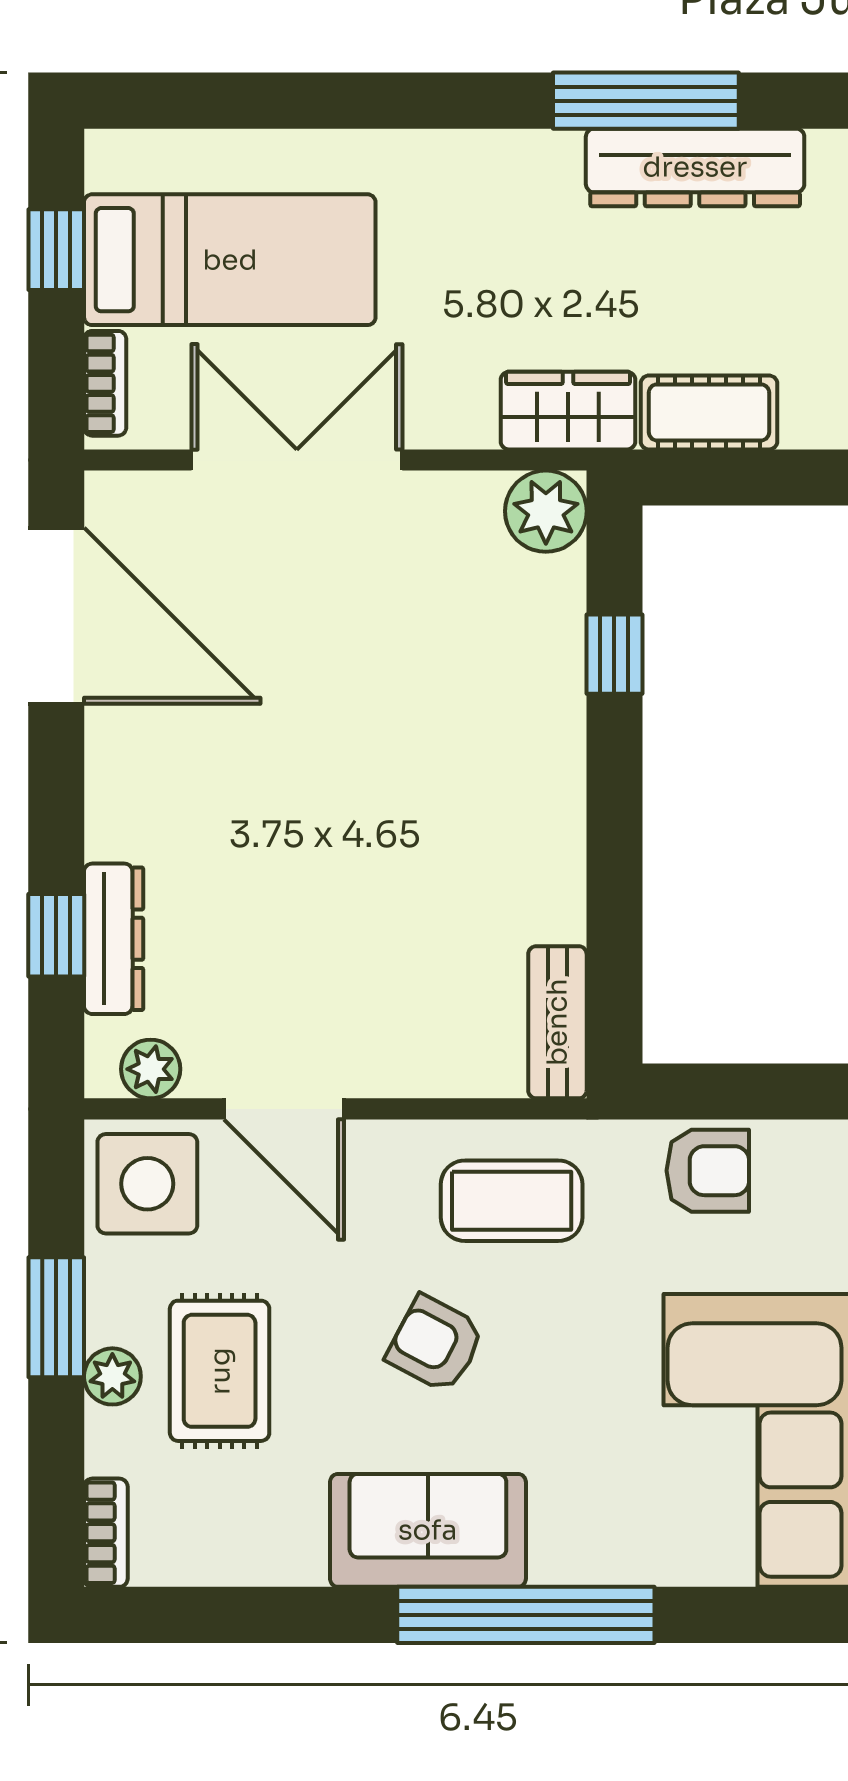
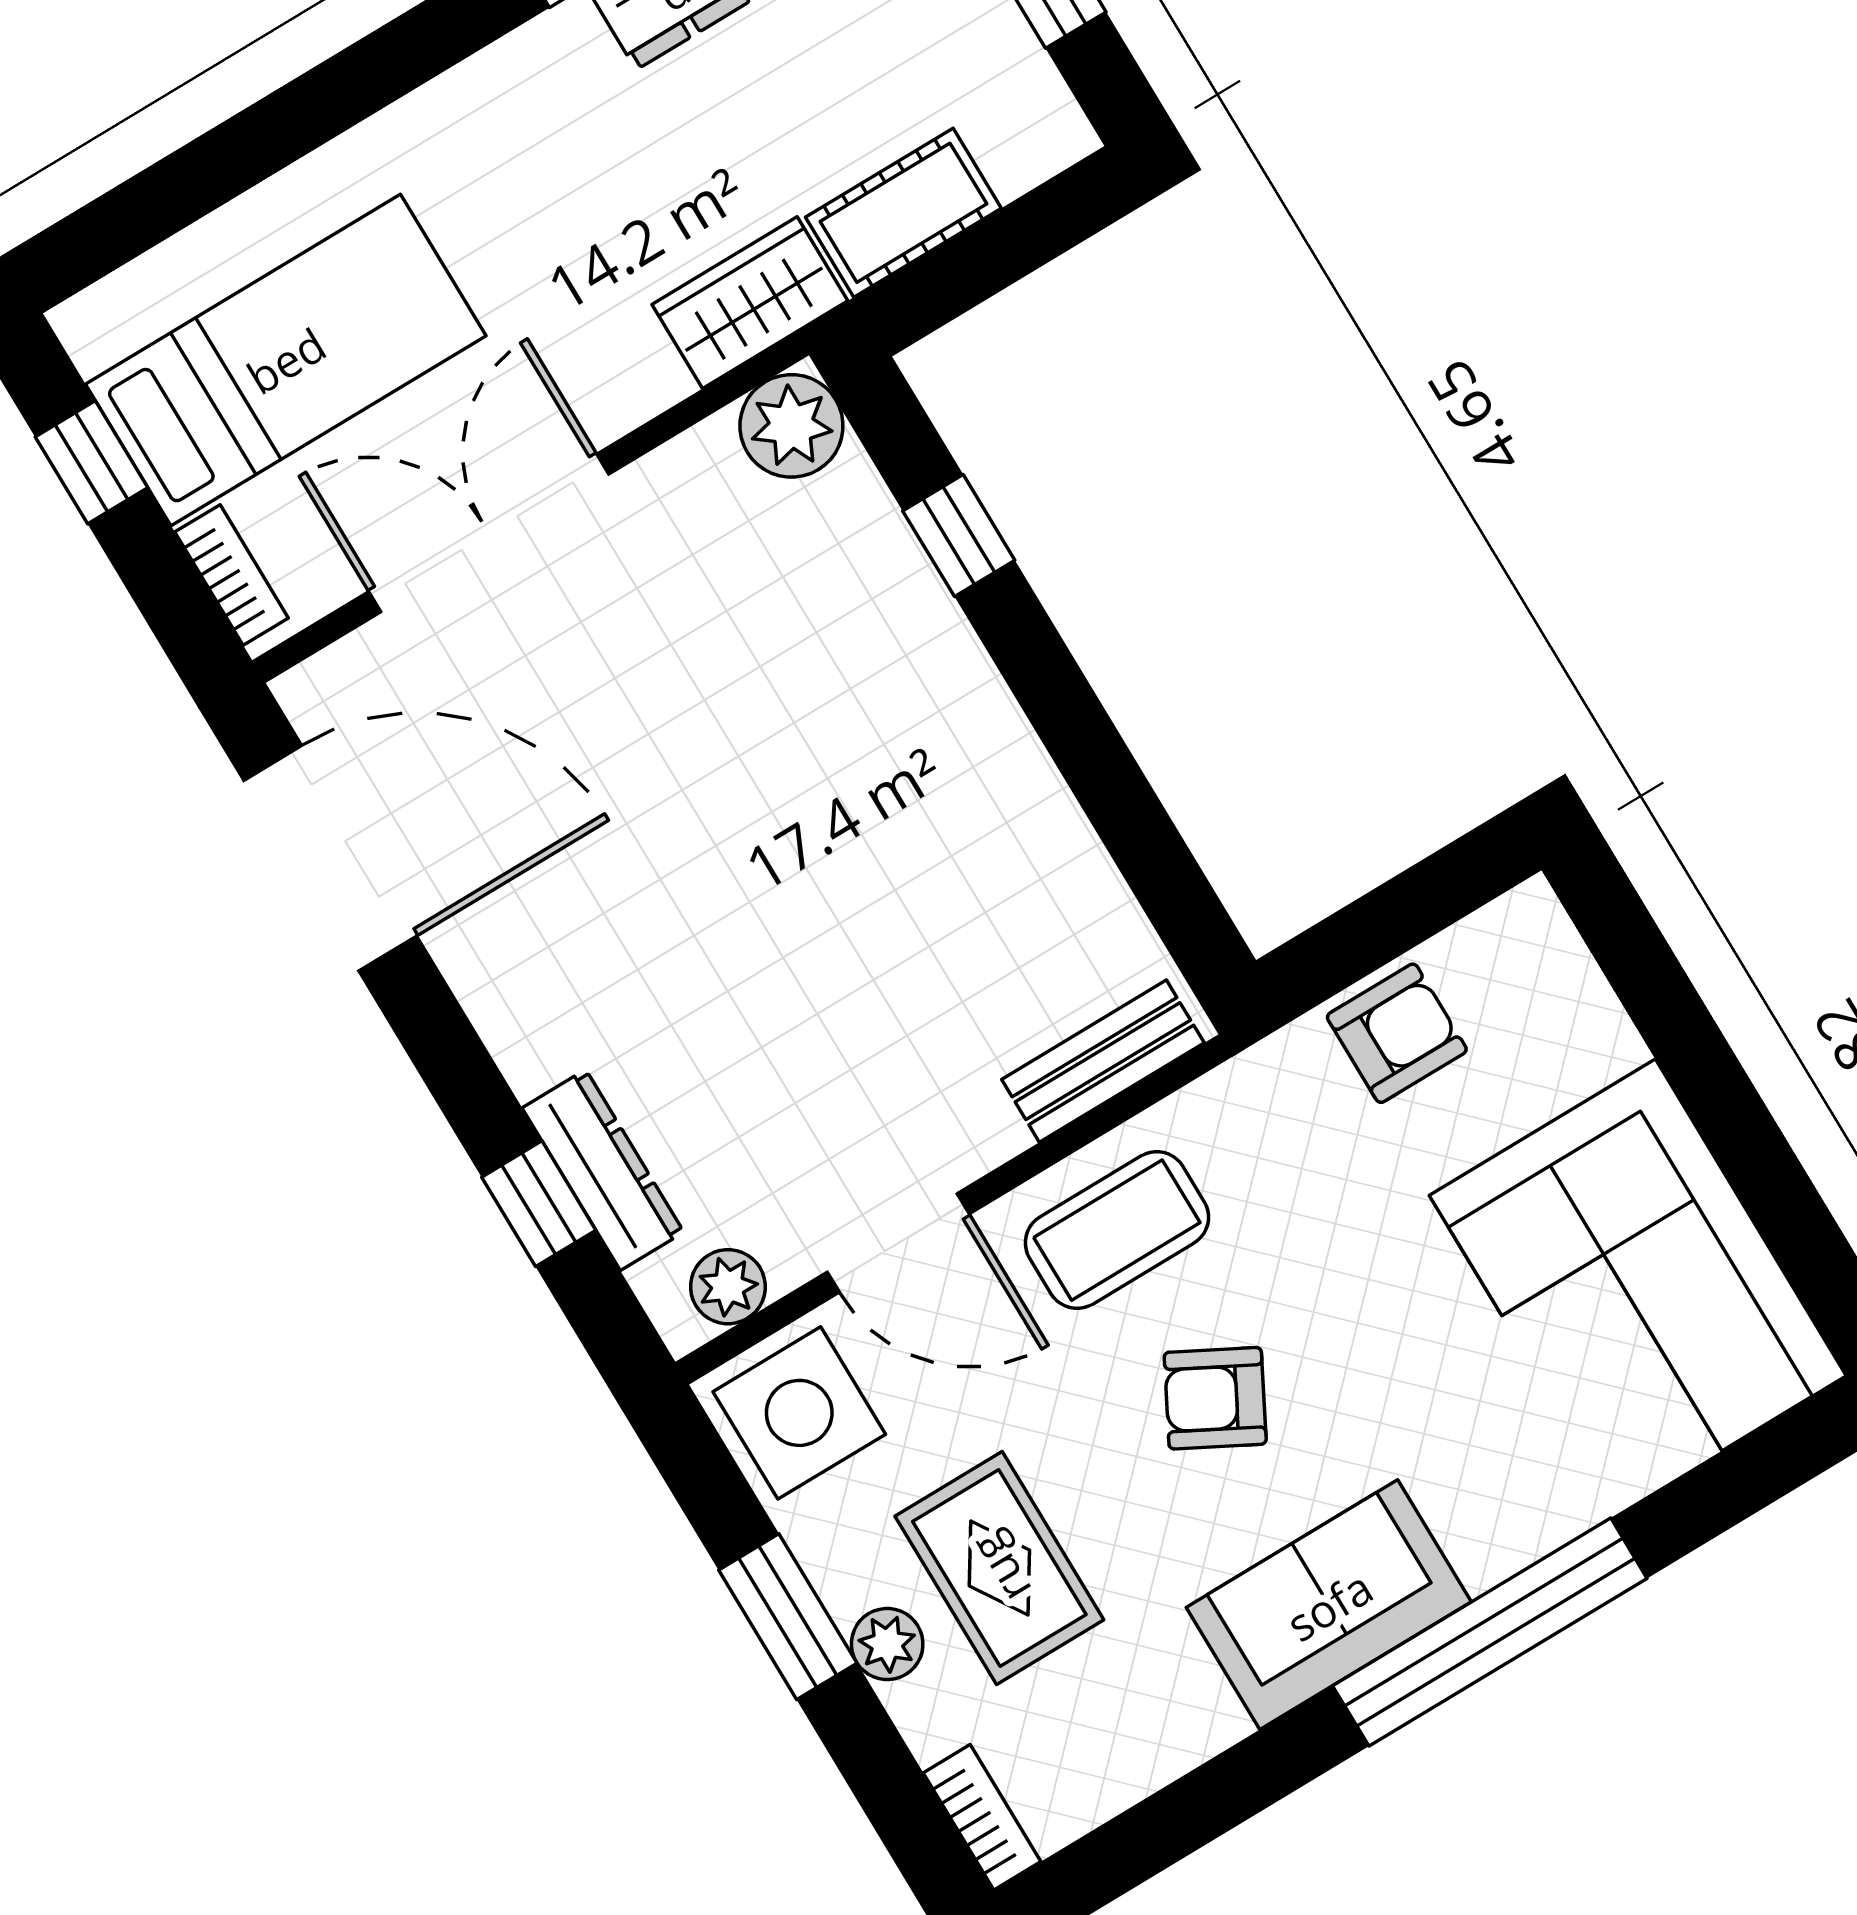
bench: (557, 1022) -> (1103, 1061), moved, turned 90
coffee table: (512, 1201) -> (1117, 1230), moved

